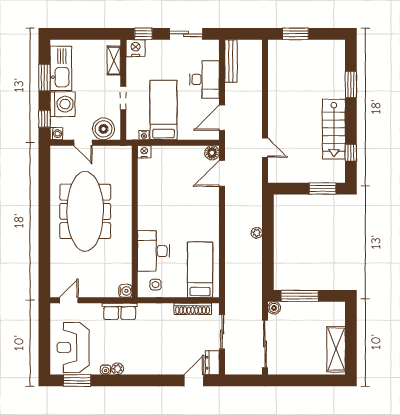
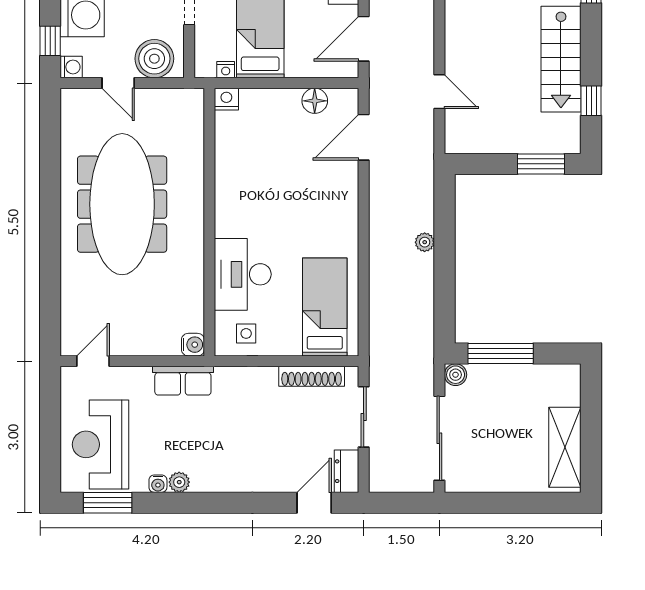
floor lamp: (212, 153) -> (315, 101), moved

